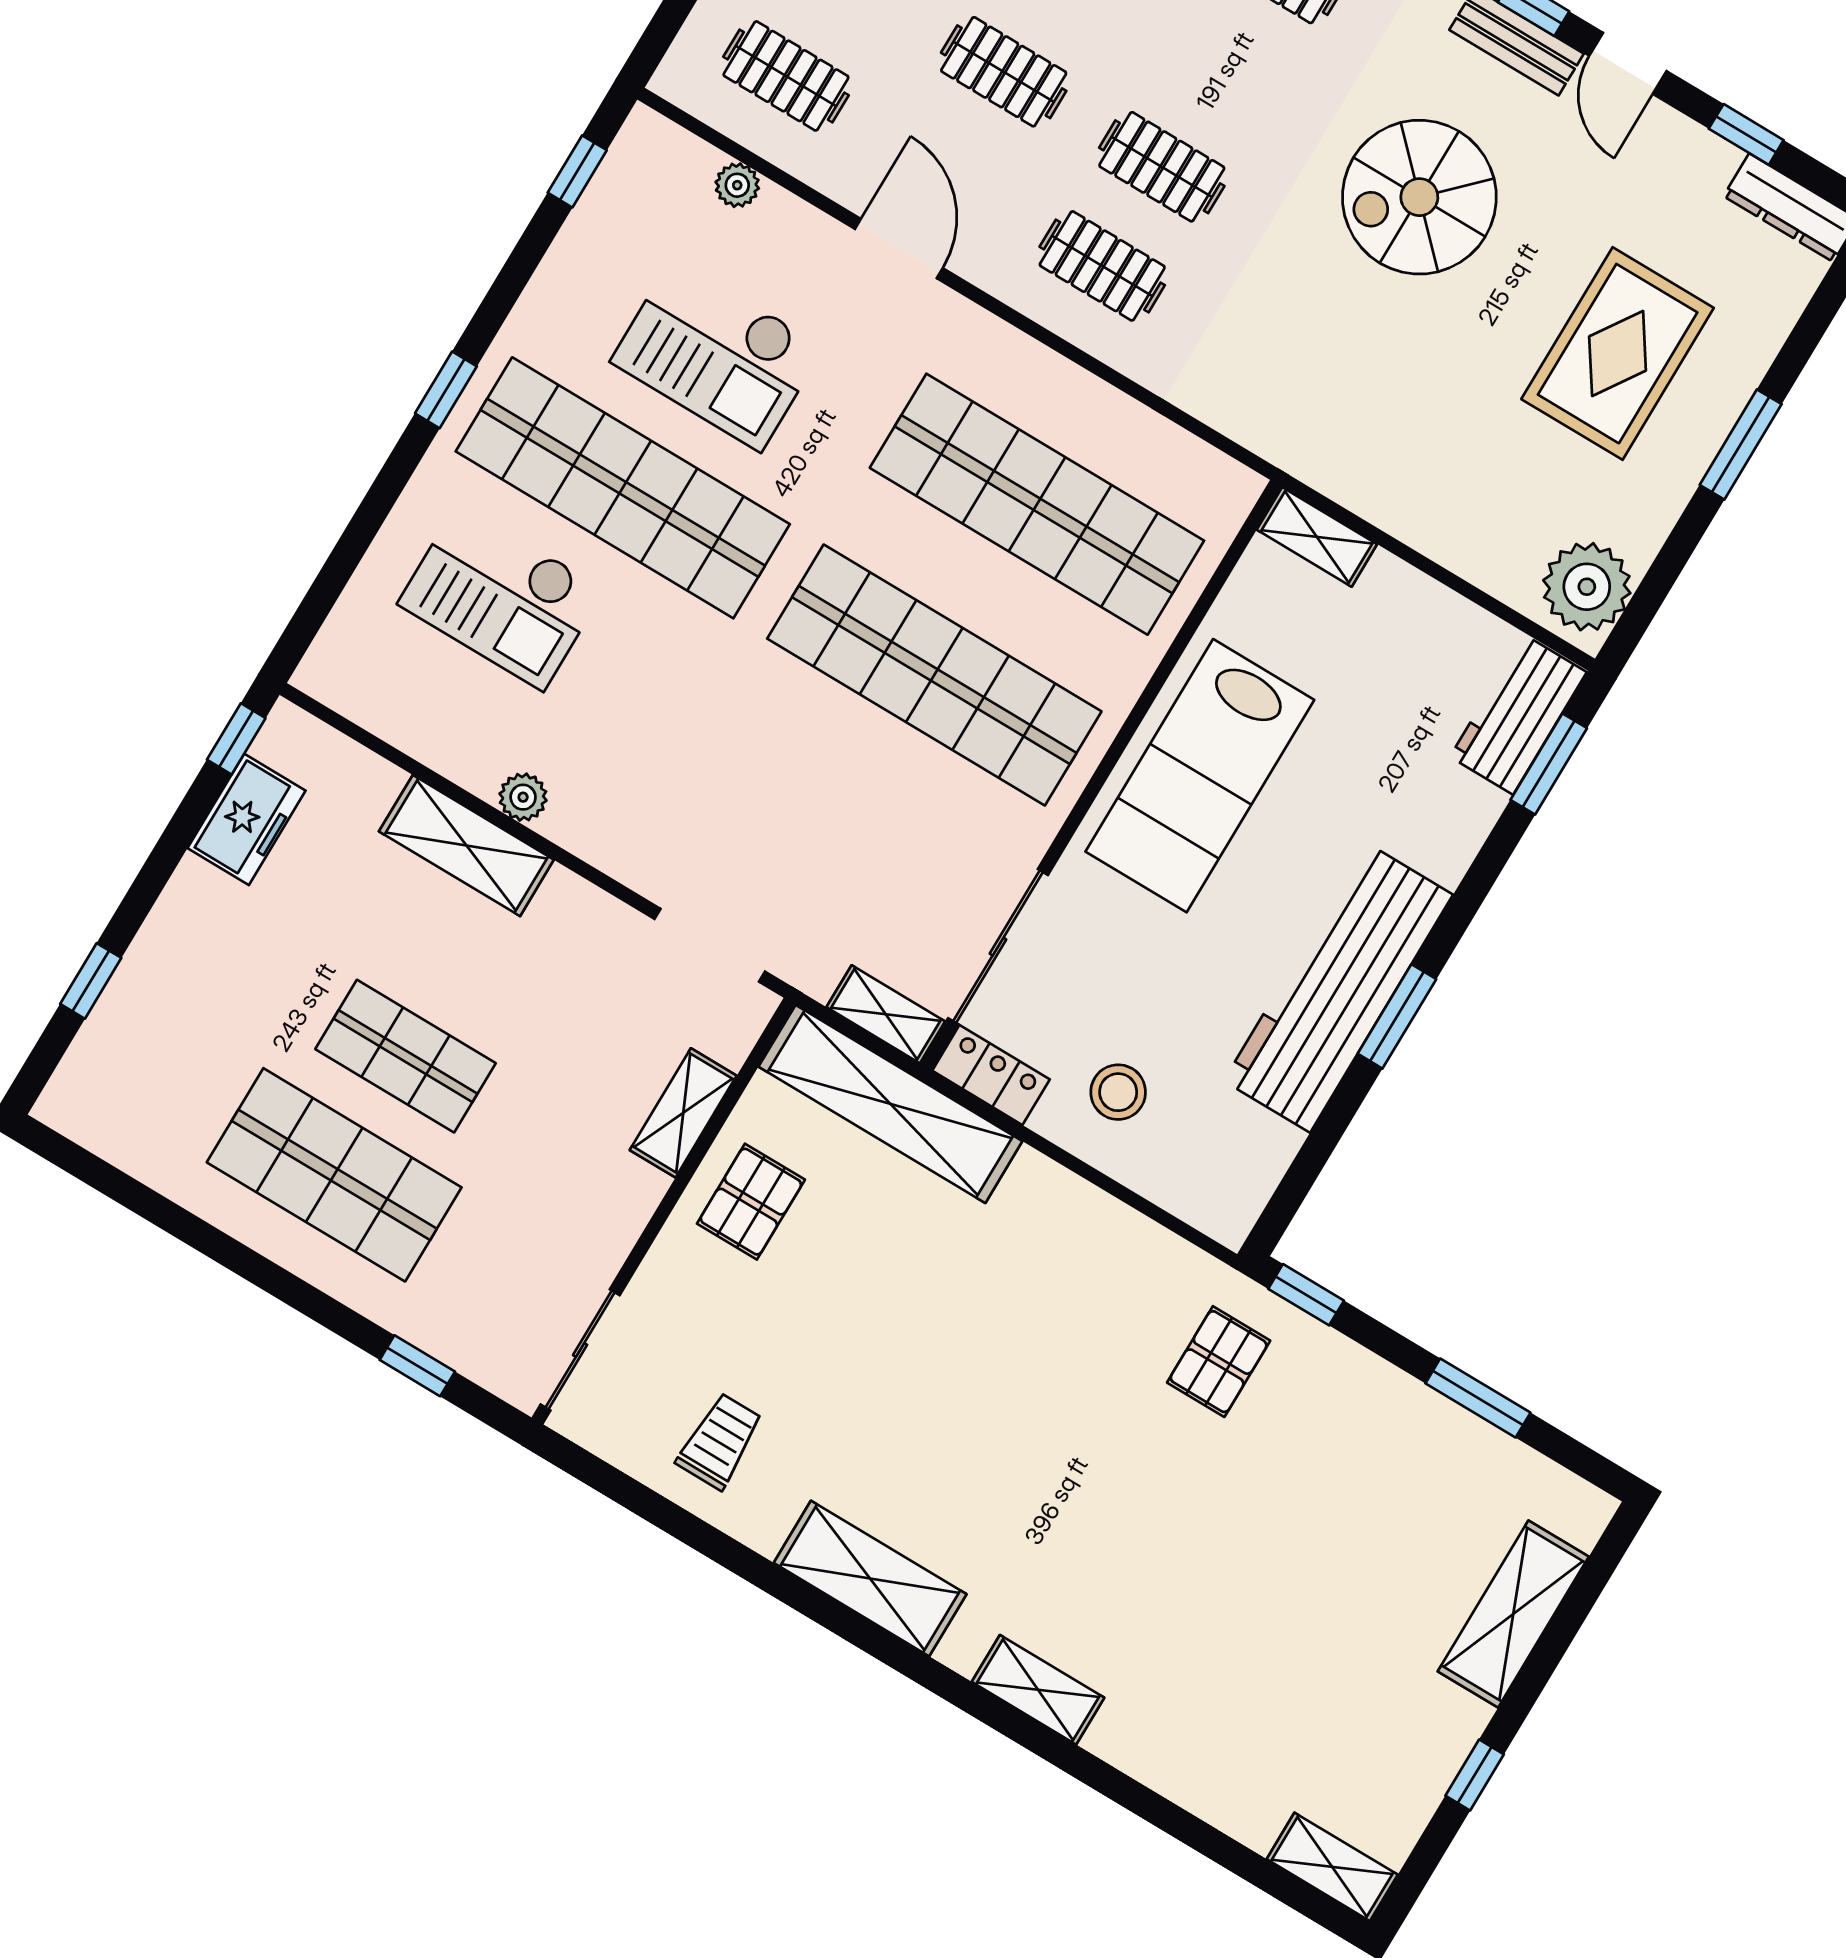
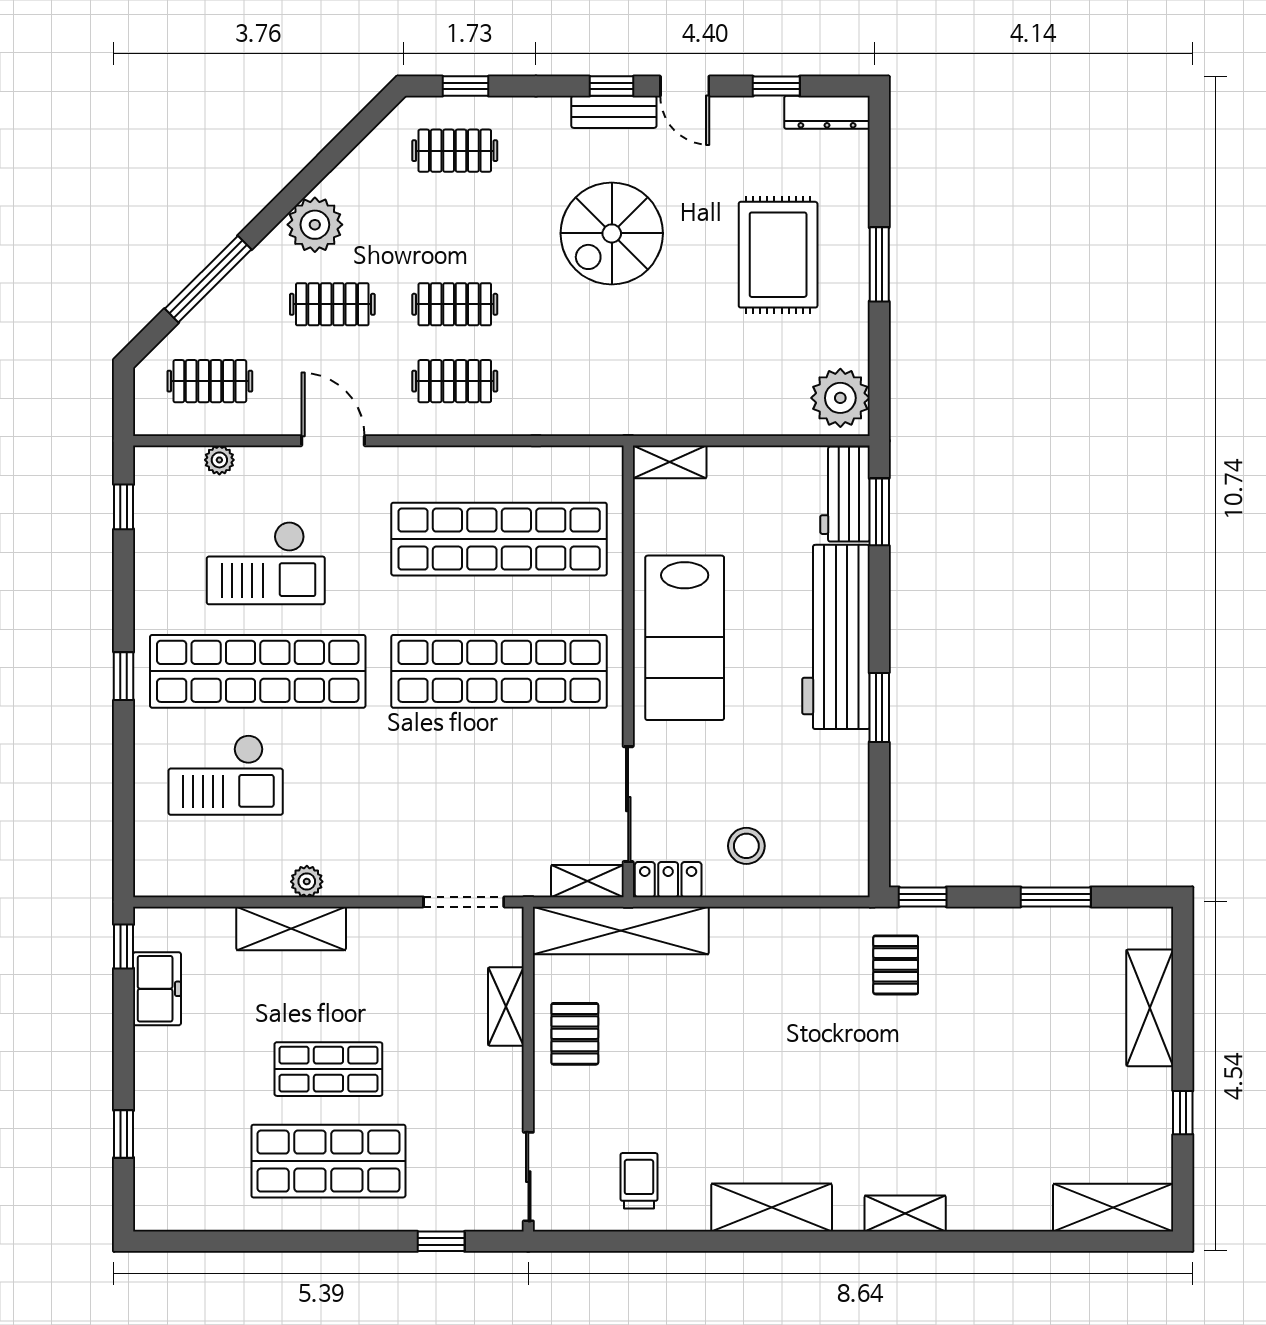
workbench: (1338, 988) -> (836, 637), moved
shelving: (1332, 1867) -> (1113, 1208), width x1.50, depth x1.33

